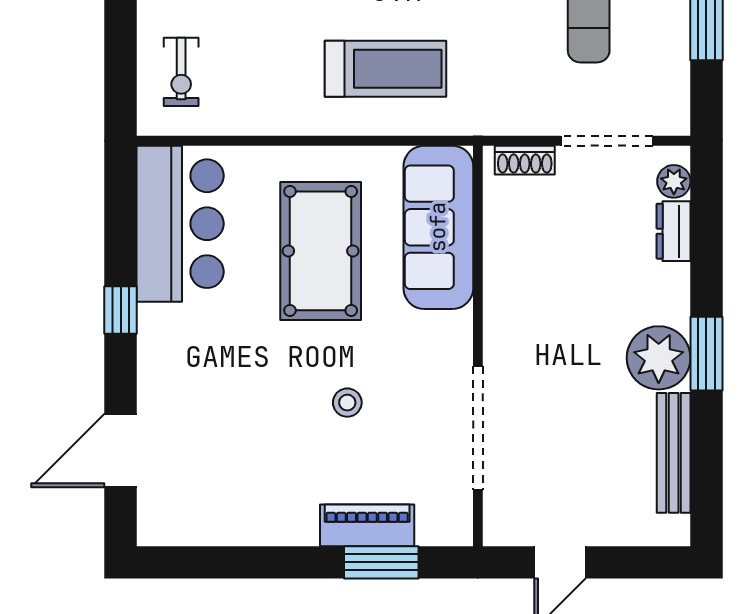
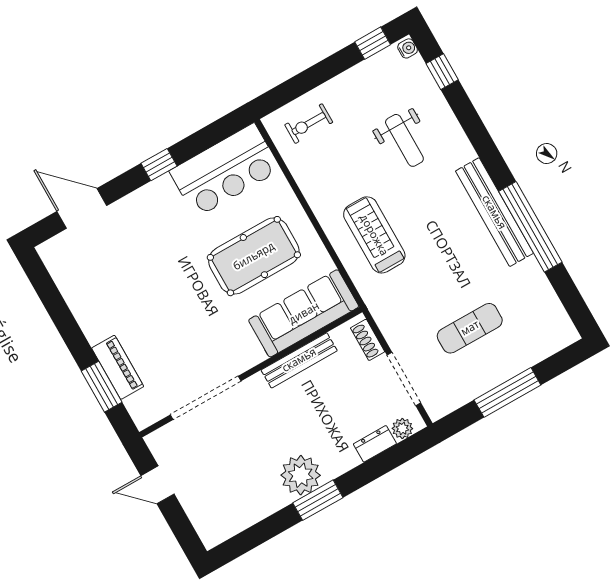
treadmill: (386, 69) -> (374, 235), turned 180
stool: (347, 403) -> (179, 318), removed
bench: (674, 453) -> (299, 360), moved

